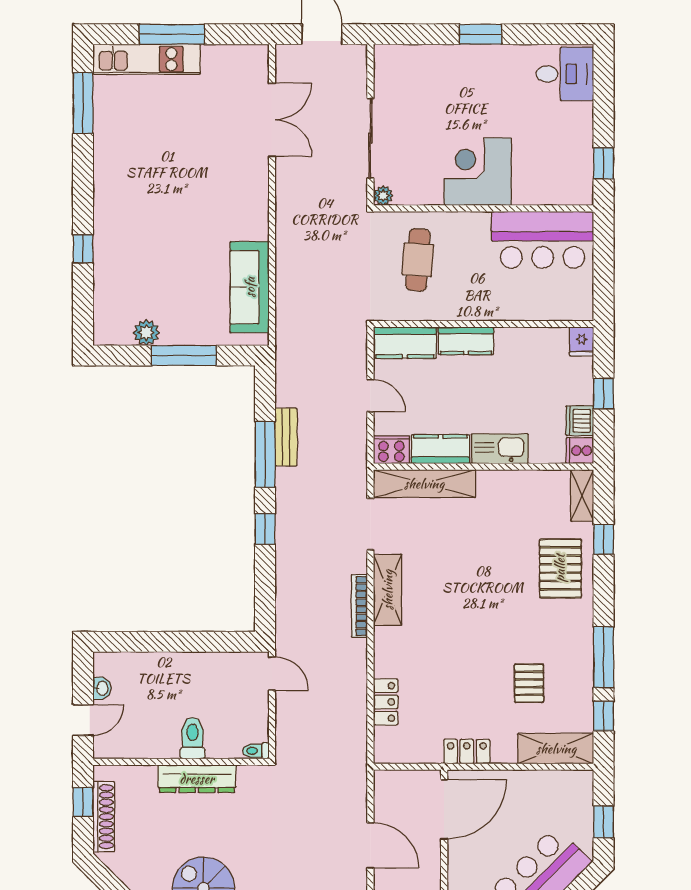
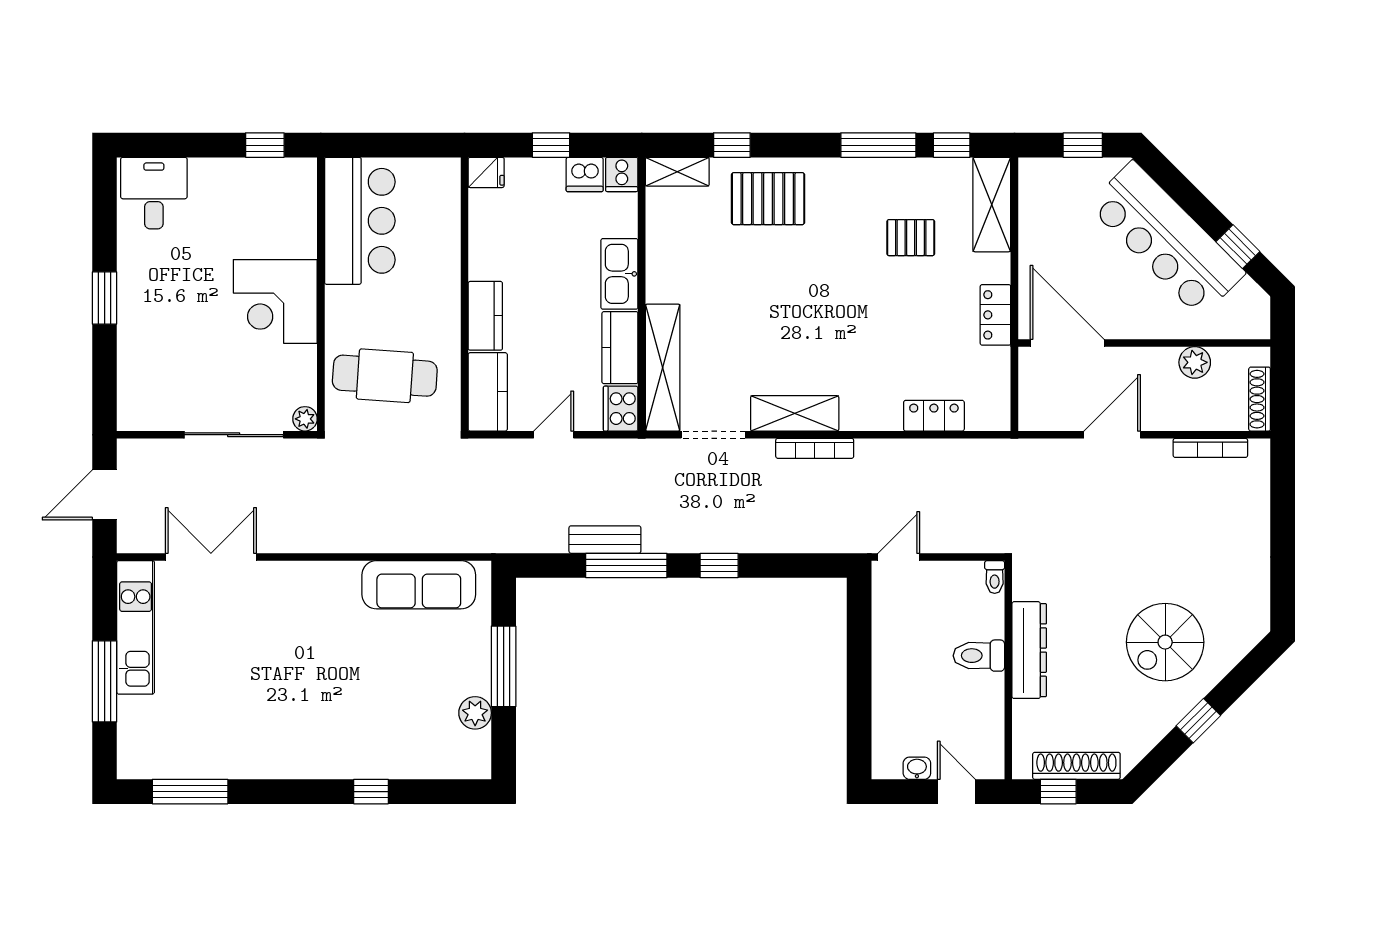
kitchen unit: (147, 59) -> (136, 627), moved
cafe table: (418, 260) -> (385, 376), width x1.37, depth x1.35

